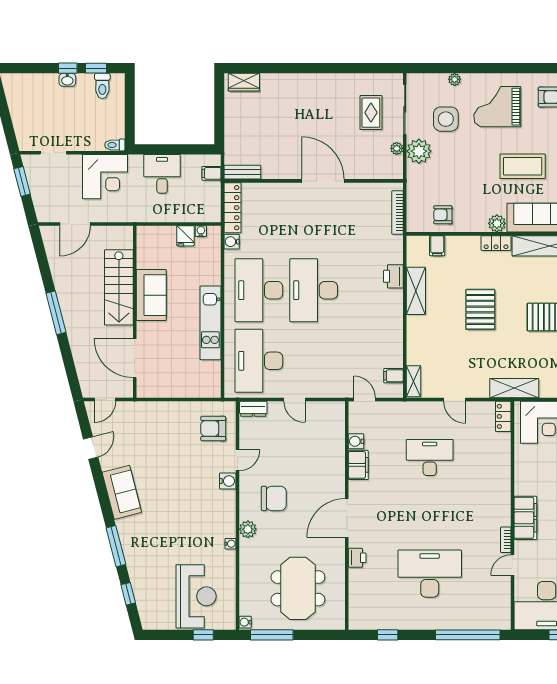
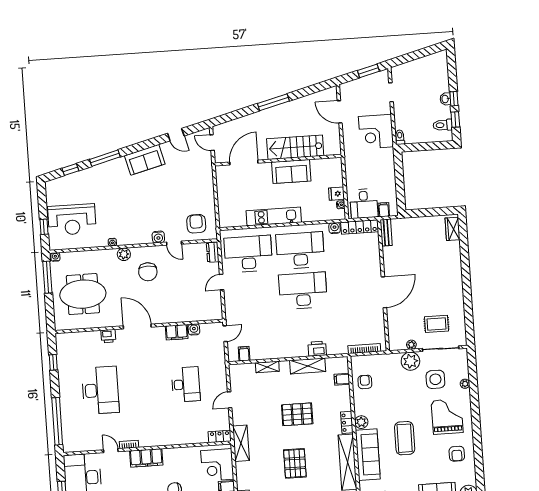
desk: (162, 174) -> (364, 204), moved, turned 90
shelving: (414, 381) -> (267, 367), moved

